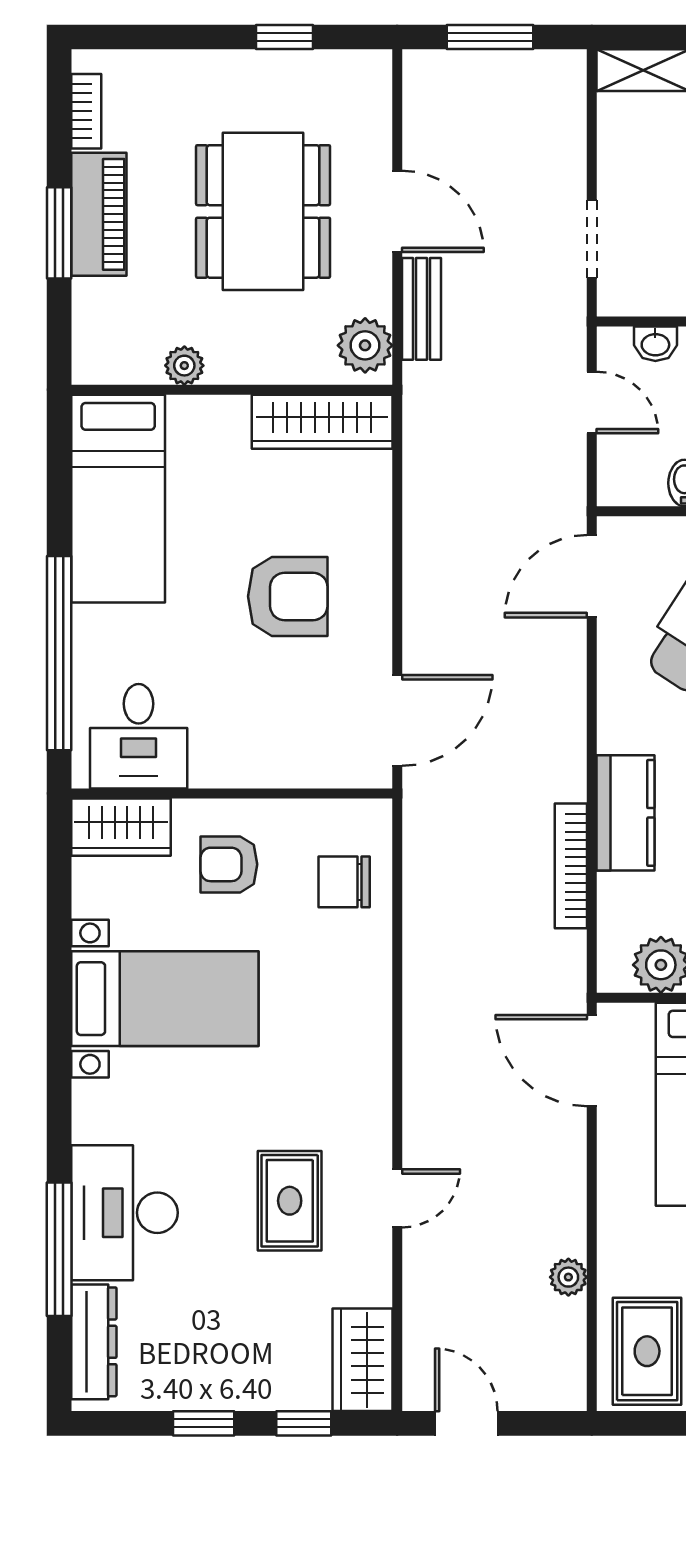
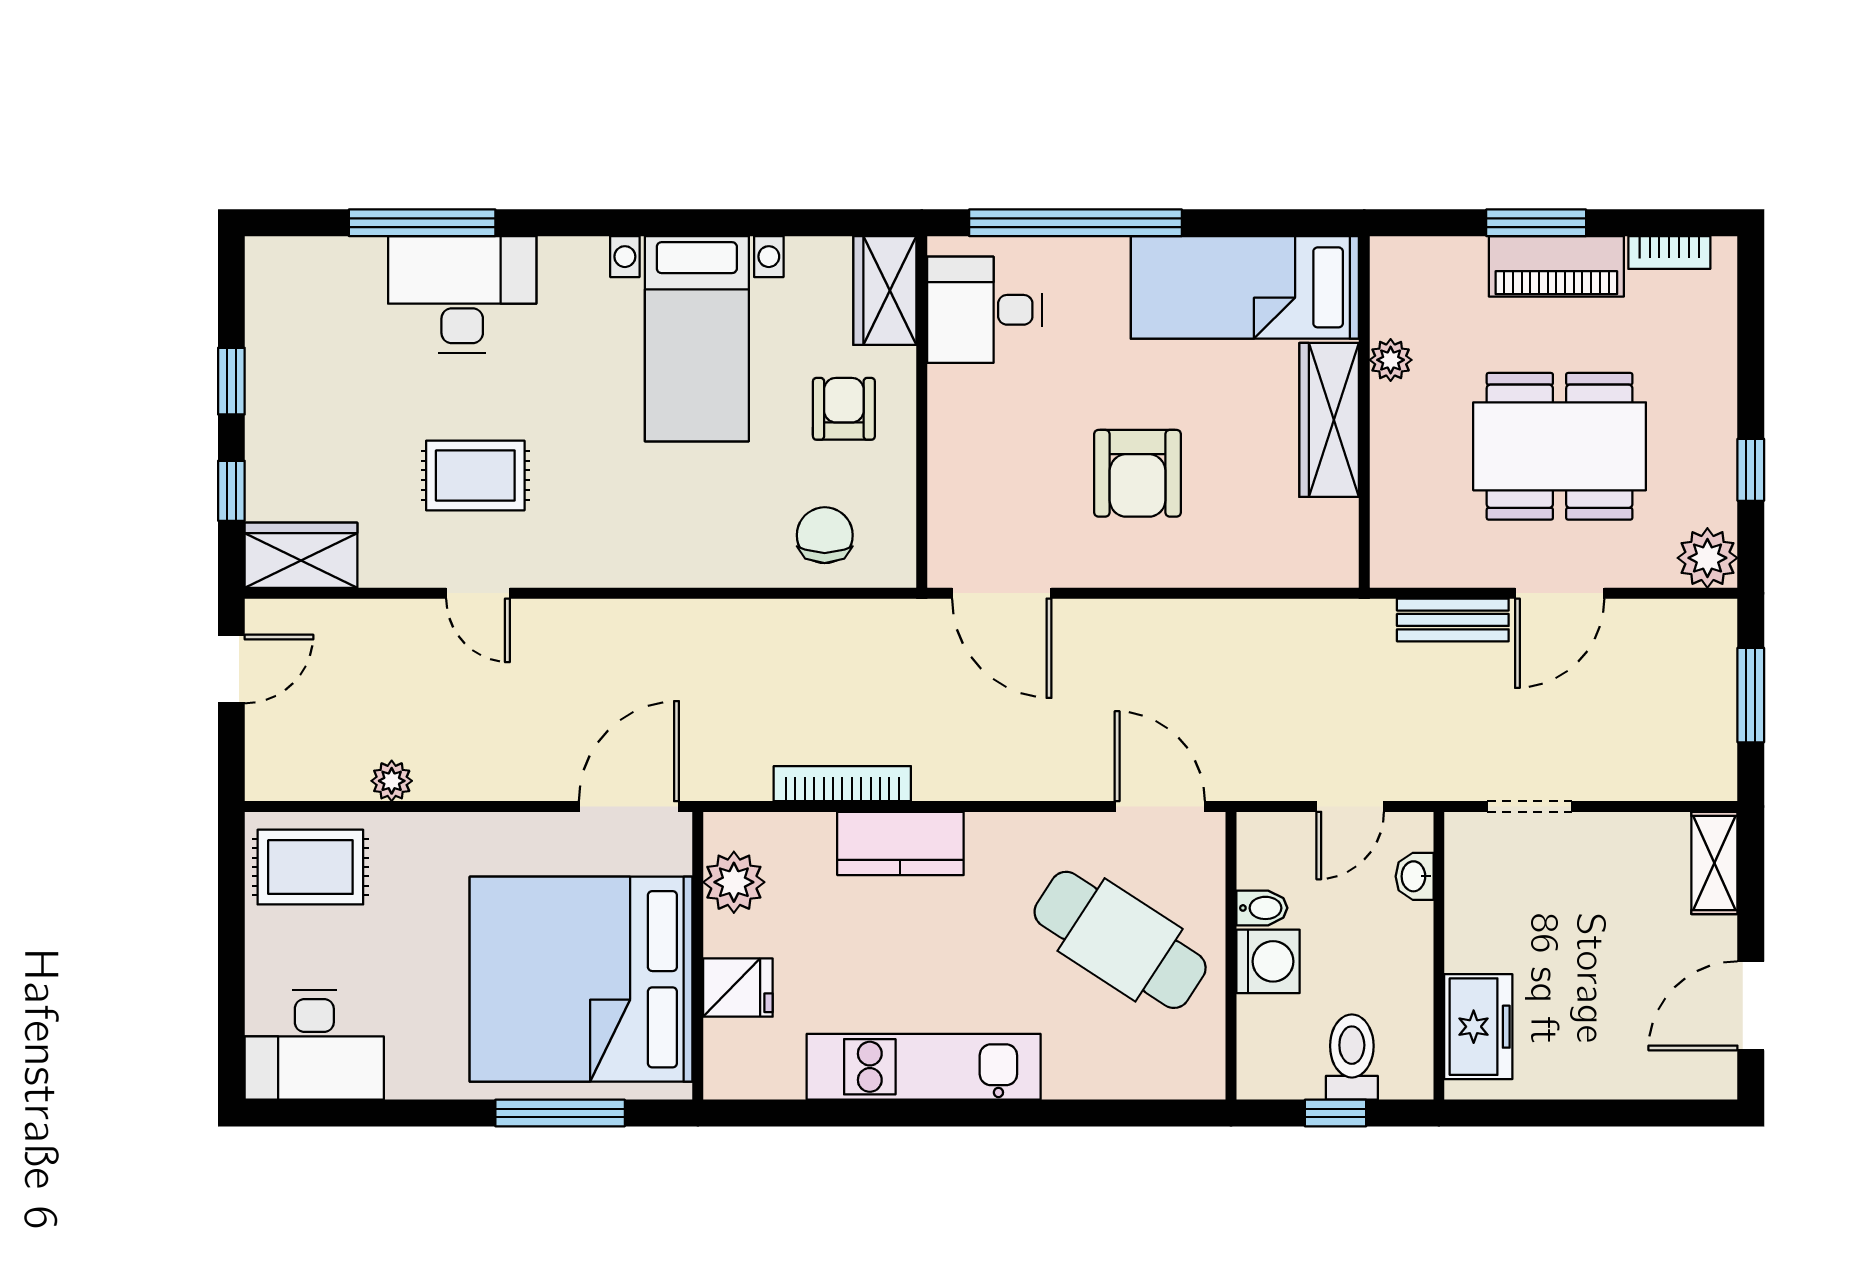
plant: (365, 345) -> (1707, 558), moved
wardrobe: (322, 422) -> (1329, 420), moved
dresser: (94, 1342) -> (321, 261), removed

